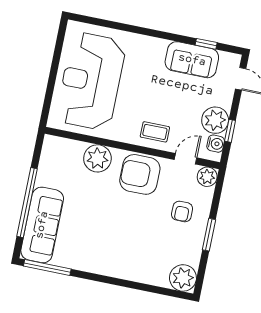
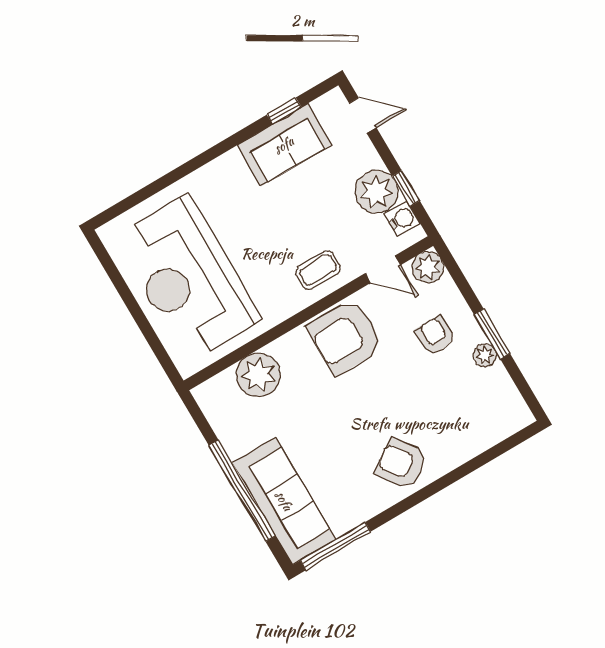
plant: (97, 158) -> (258, 375), moved
door: (185, 159) -> (383, 269), swing flipped
armchair: (182, 211) -> (435, 335), turned 180
armchair: (112, 257) -> (401, 464), added
plant: (183, 278) -> (485, 355), moved, width x0.53, depth x0.53

